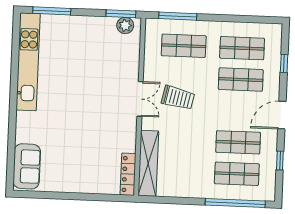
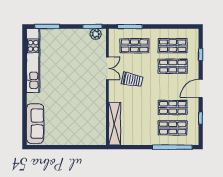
double door: (140, 99) -> (107, 68), moved
sofa: (27, 166) -> (35, 124), width x1.36
locker: (128, 174) -> (102, 131), removed

